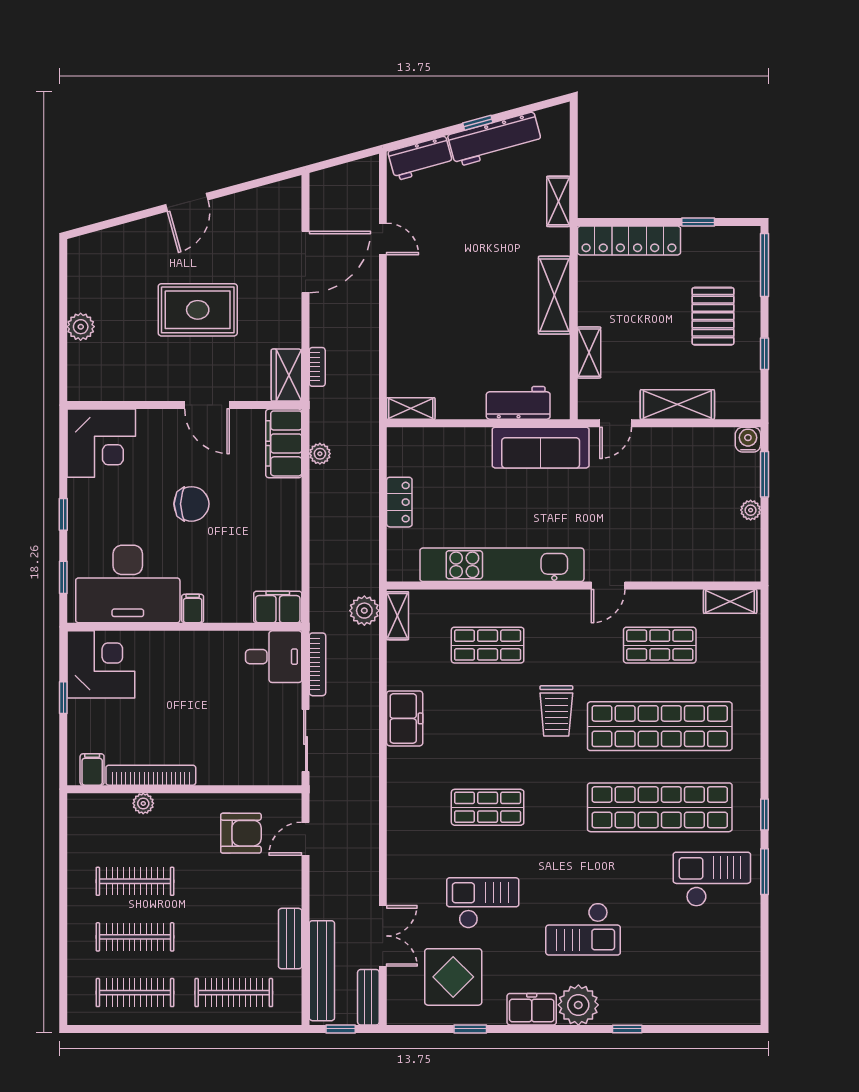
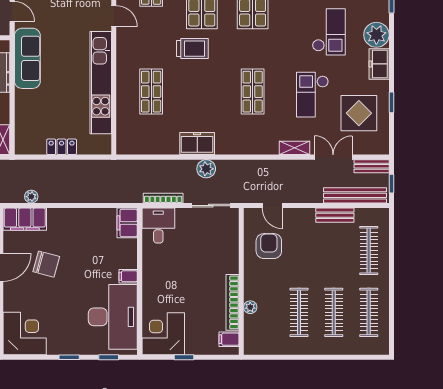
chair: (191, 504) -> (46, 264), moved, turned 105
plant: (364, 611) -> (206, 169), moved
shelving: (398, 616) -> (295, 148), moved

